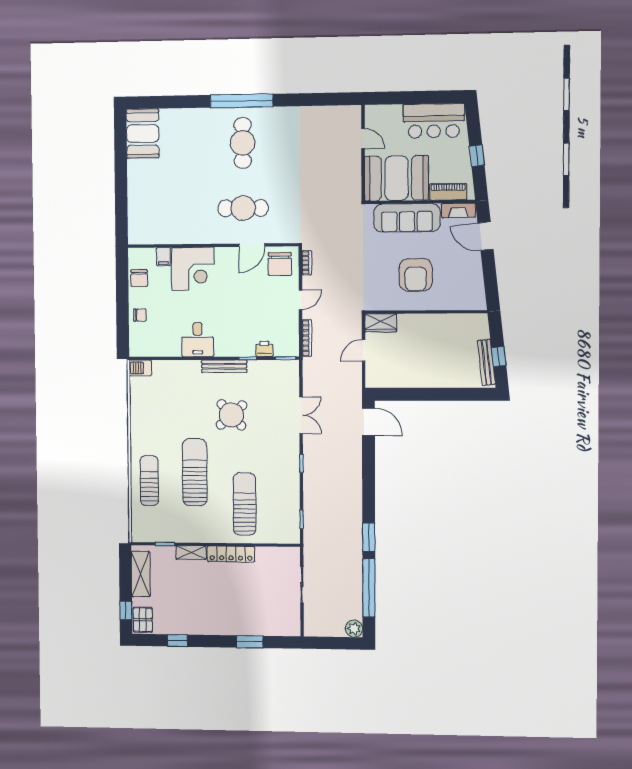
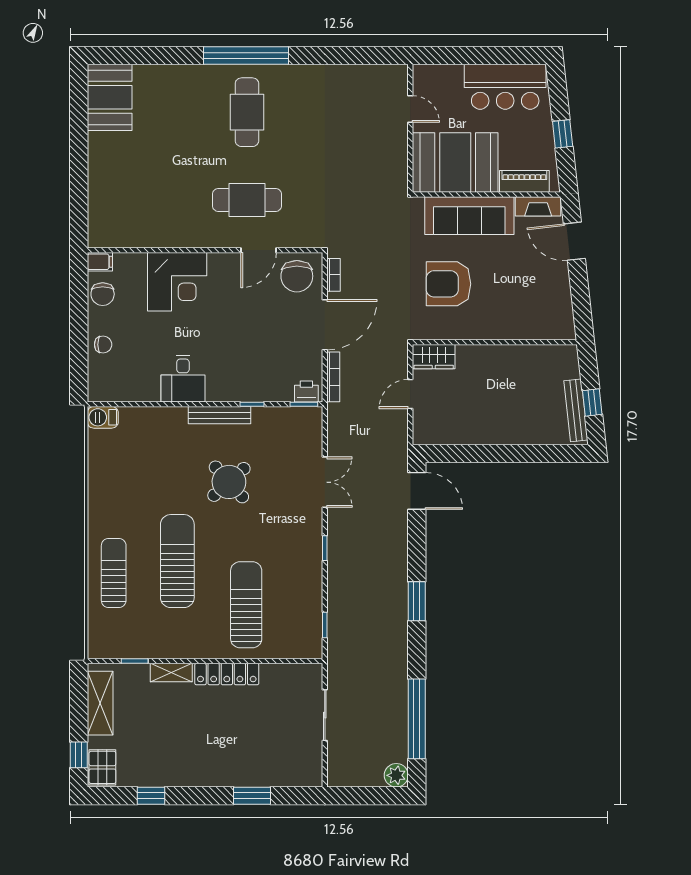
filing cabinet: (163, 257) -> (100, 262), moved, turned -90
armchair: (416, 275) -> (448, 284), moved, turned 90
door: (300, 300) -> (325, 325), width x1.87
printer: (264, 349) -> (306, 391), moved
window: (369, 537) -> (417, 601), moved

